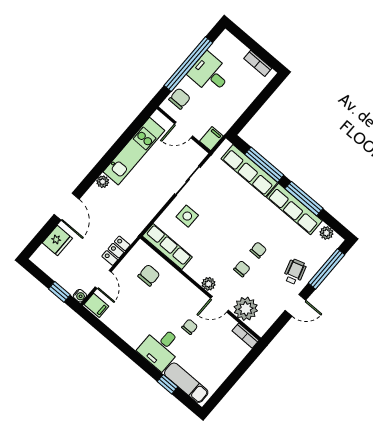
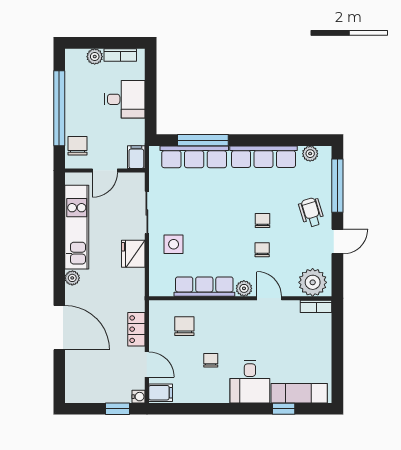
plant: (240, 50) -> (95, 57), added
desk: (210, 73) -> (125, 99), moved, turned 180
window: (304, 199) -> (264, 140), removed
door: (67, 207) -> (59, 328), width x1.36
fridge: (57, 241) -> (133, 254), moved, turned 180
row of seats: (167, 247) -> (204, 287), moved
door: (220, 304) -> (269, 298), swing flipped
plant: (246, 309) -> (313, 282), moved
chair: (190, 327) -> (211, 360), moved

